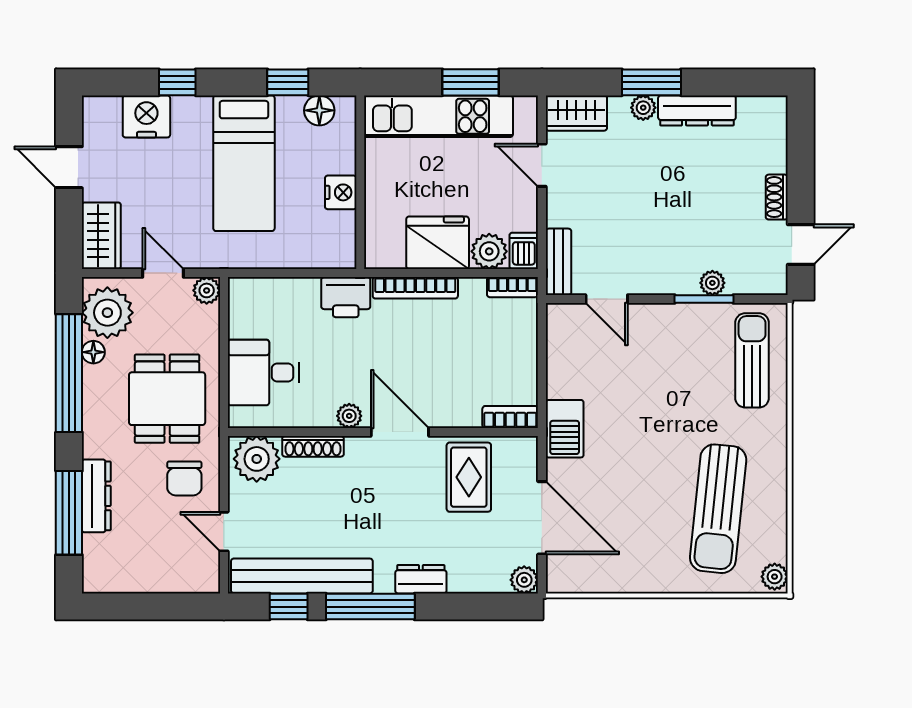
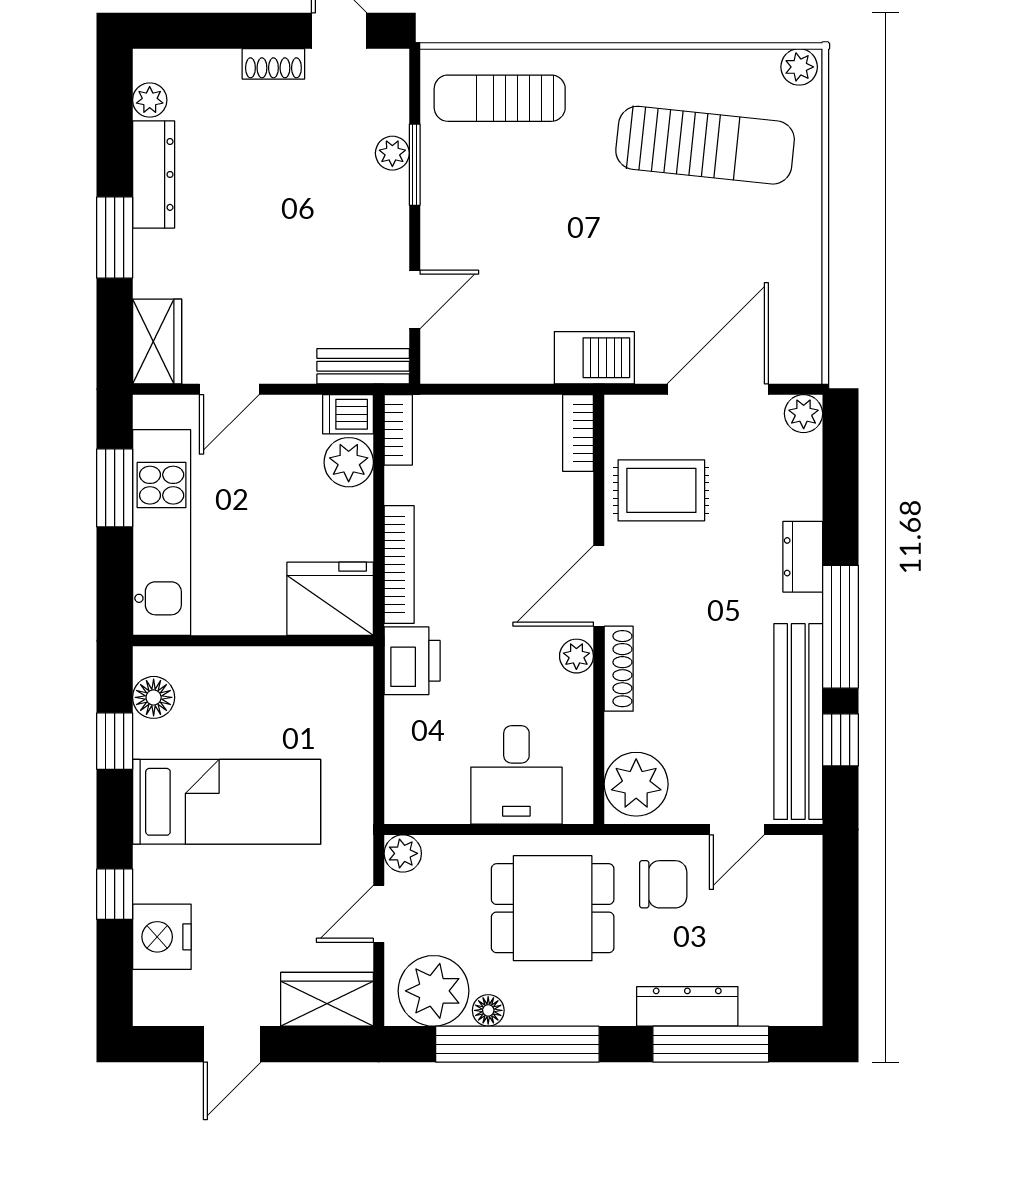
plant: (643, 108) -> (150, 100), moved
nightstand: (341, 192) -> (267, 668), removed
fridge: (438, 243) -> (330, 599), moved, turned 90
shoe rack: (313, 446) -> (619, 669), moved

